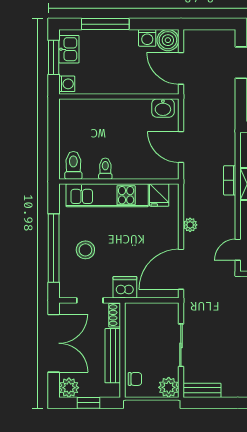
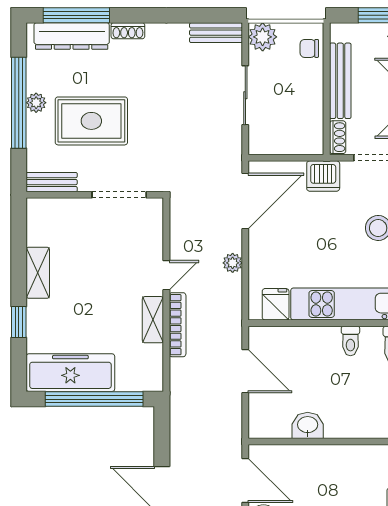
washbasin: (163, 108) -> (308, 425), moved
bookcase: (230, 180) -> (178, 325), width x1.56
door: (238, 250) -> (166, 275), moved

